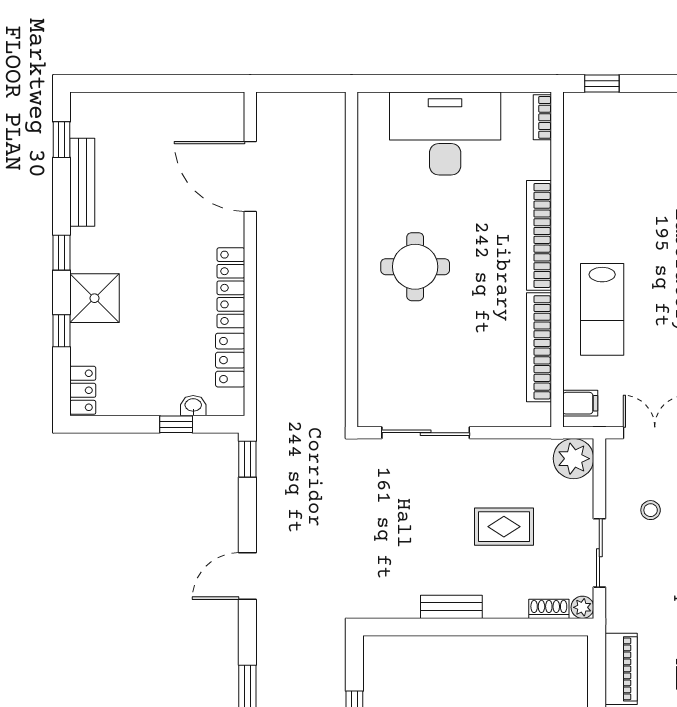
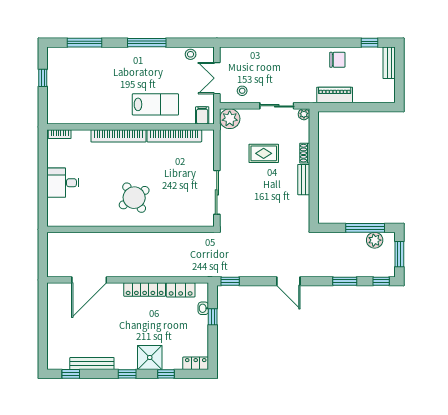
window: (602, 83) -> (43, 78), moved
desk: (445, 133) -> (63, 183), width x0.53, depth x0.77
round table: (415, 267) -> (134, 198), turned -34
stool: (651, 510) -> (242, 91), moved
rug: (504, 527) -> (264, 153), turned 90
shoe rack: (549, 609) -> (305, 153), moved

